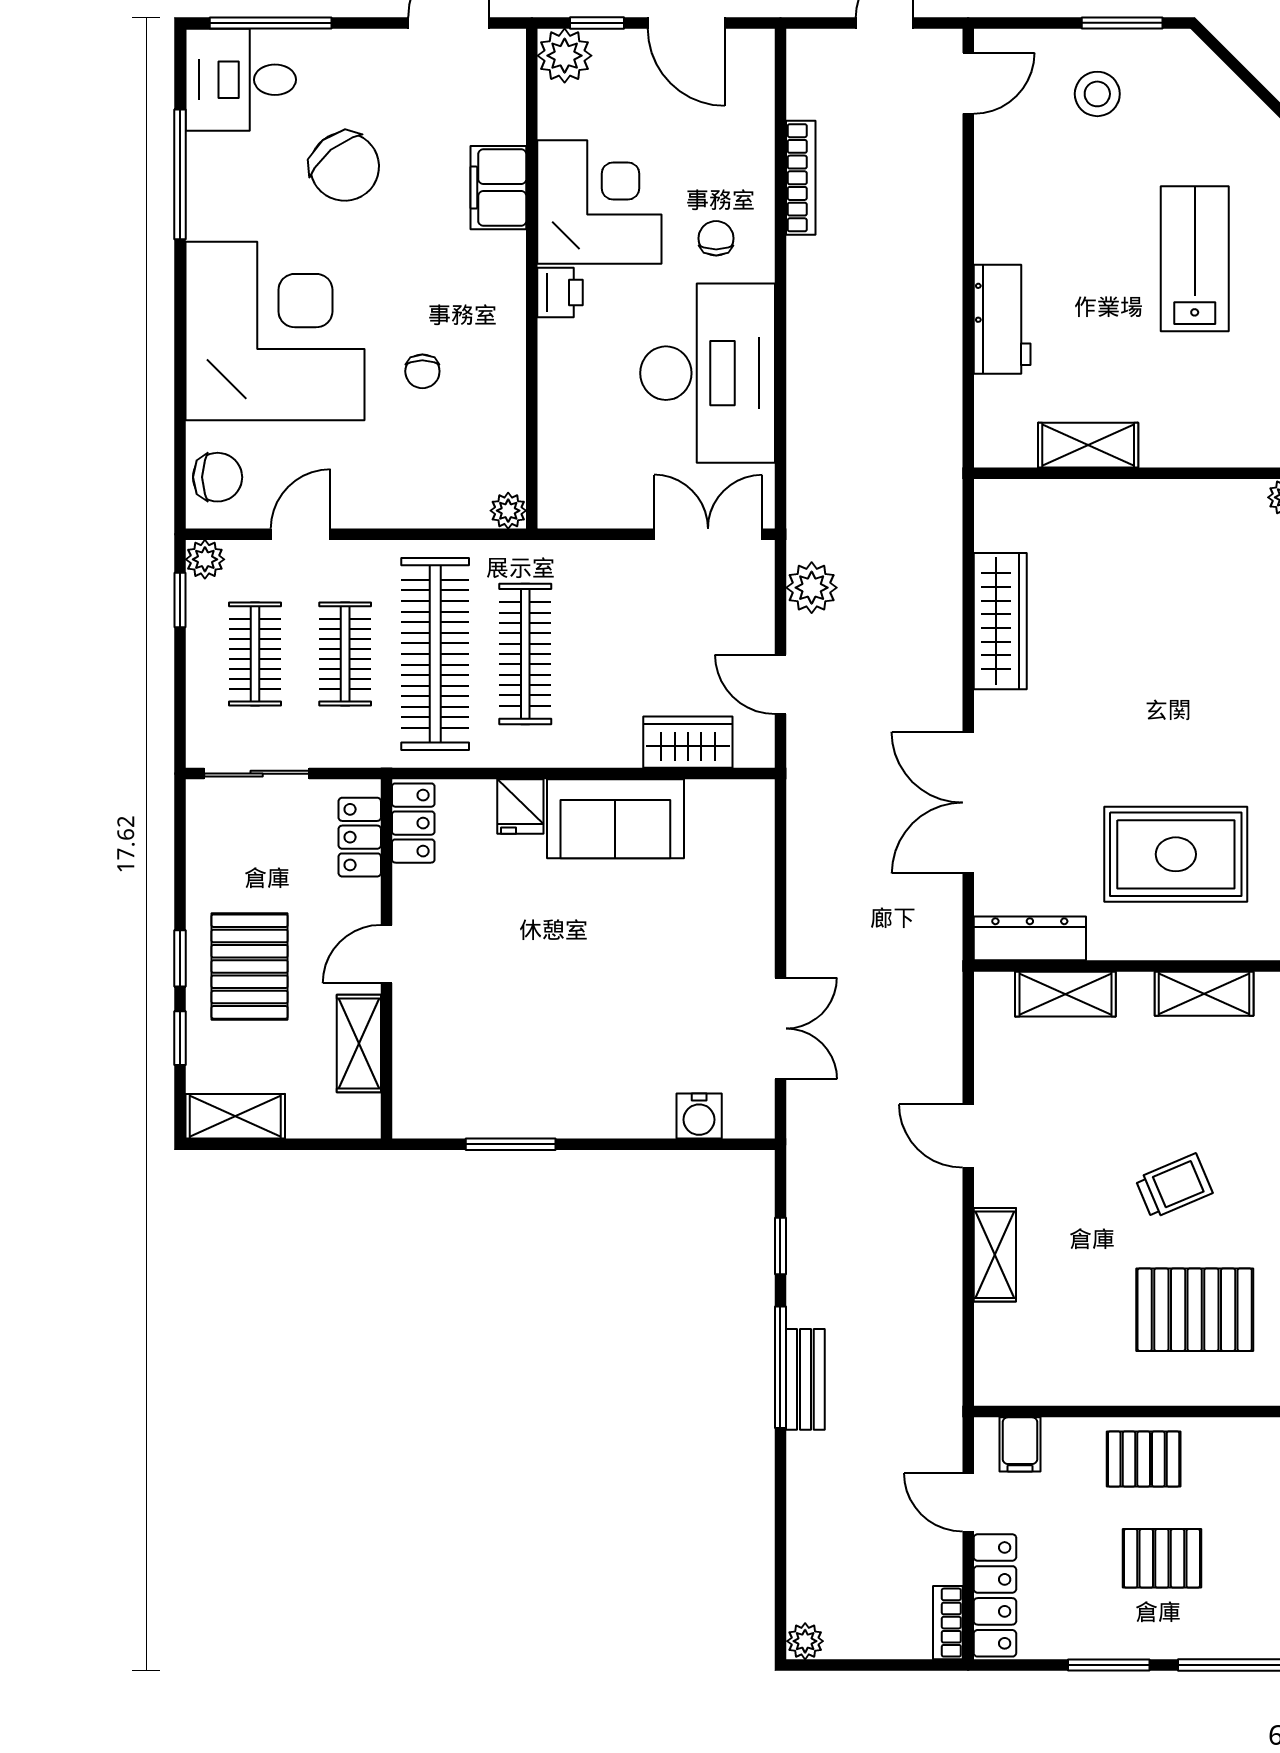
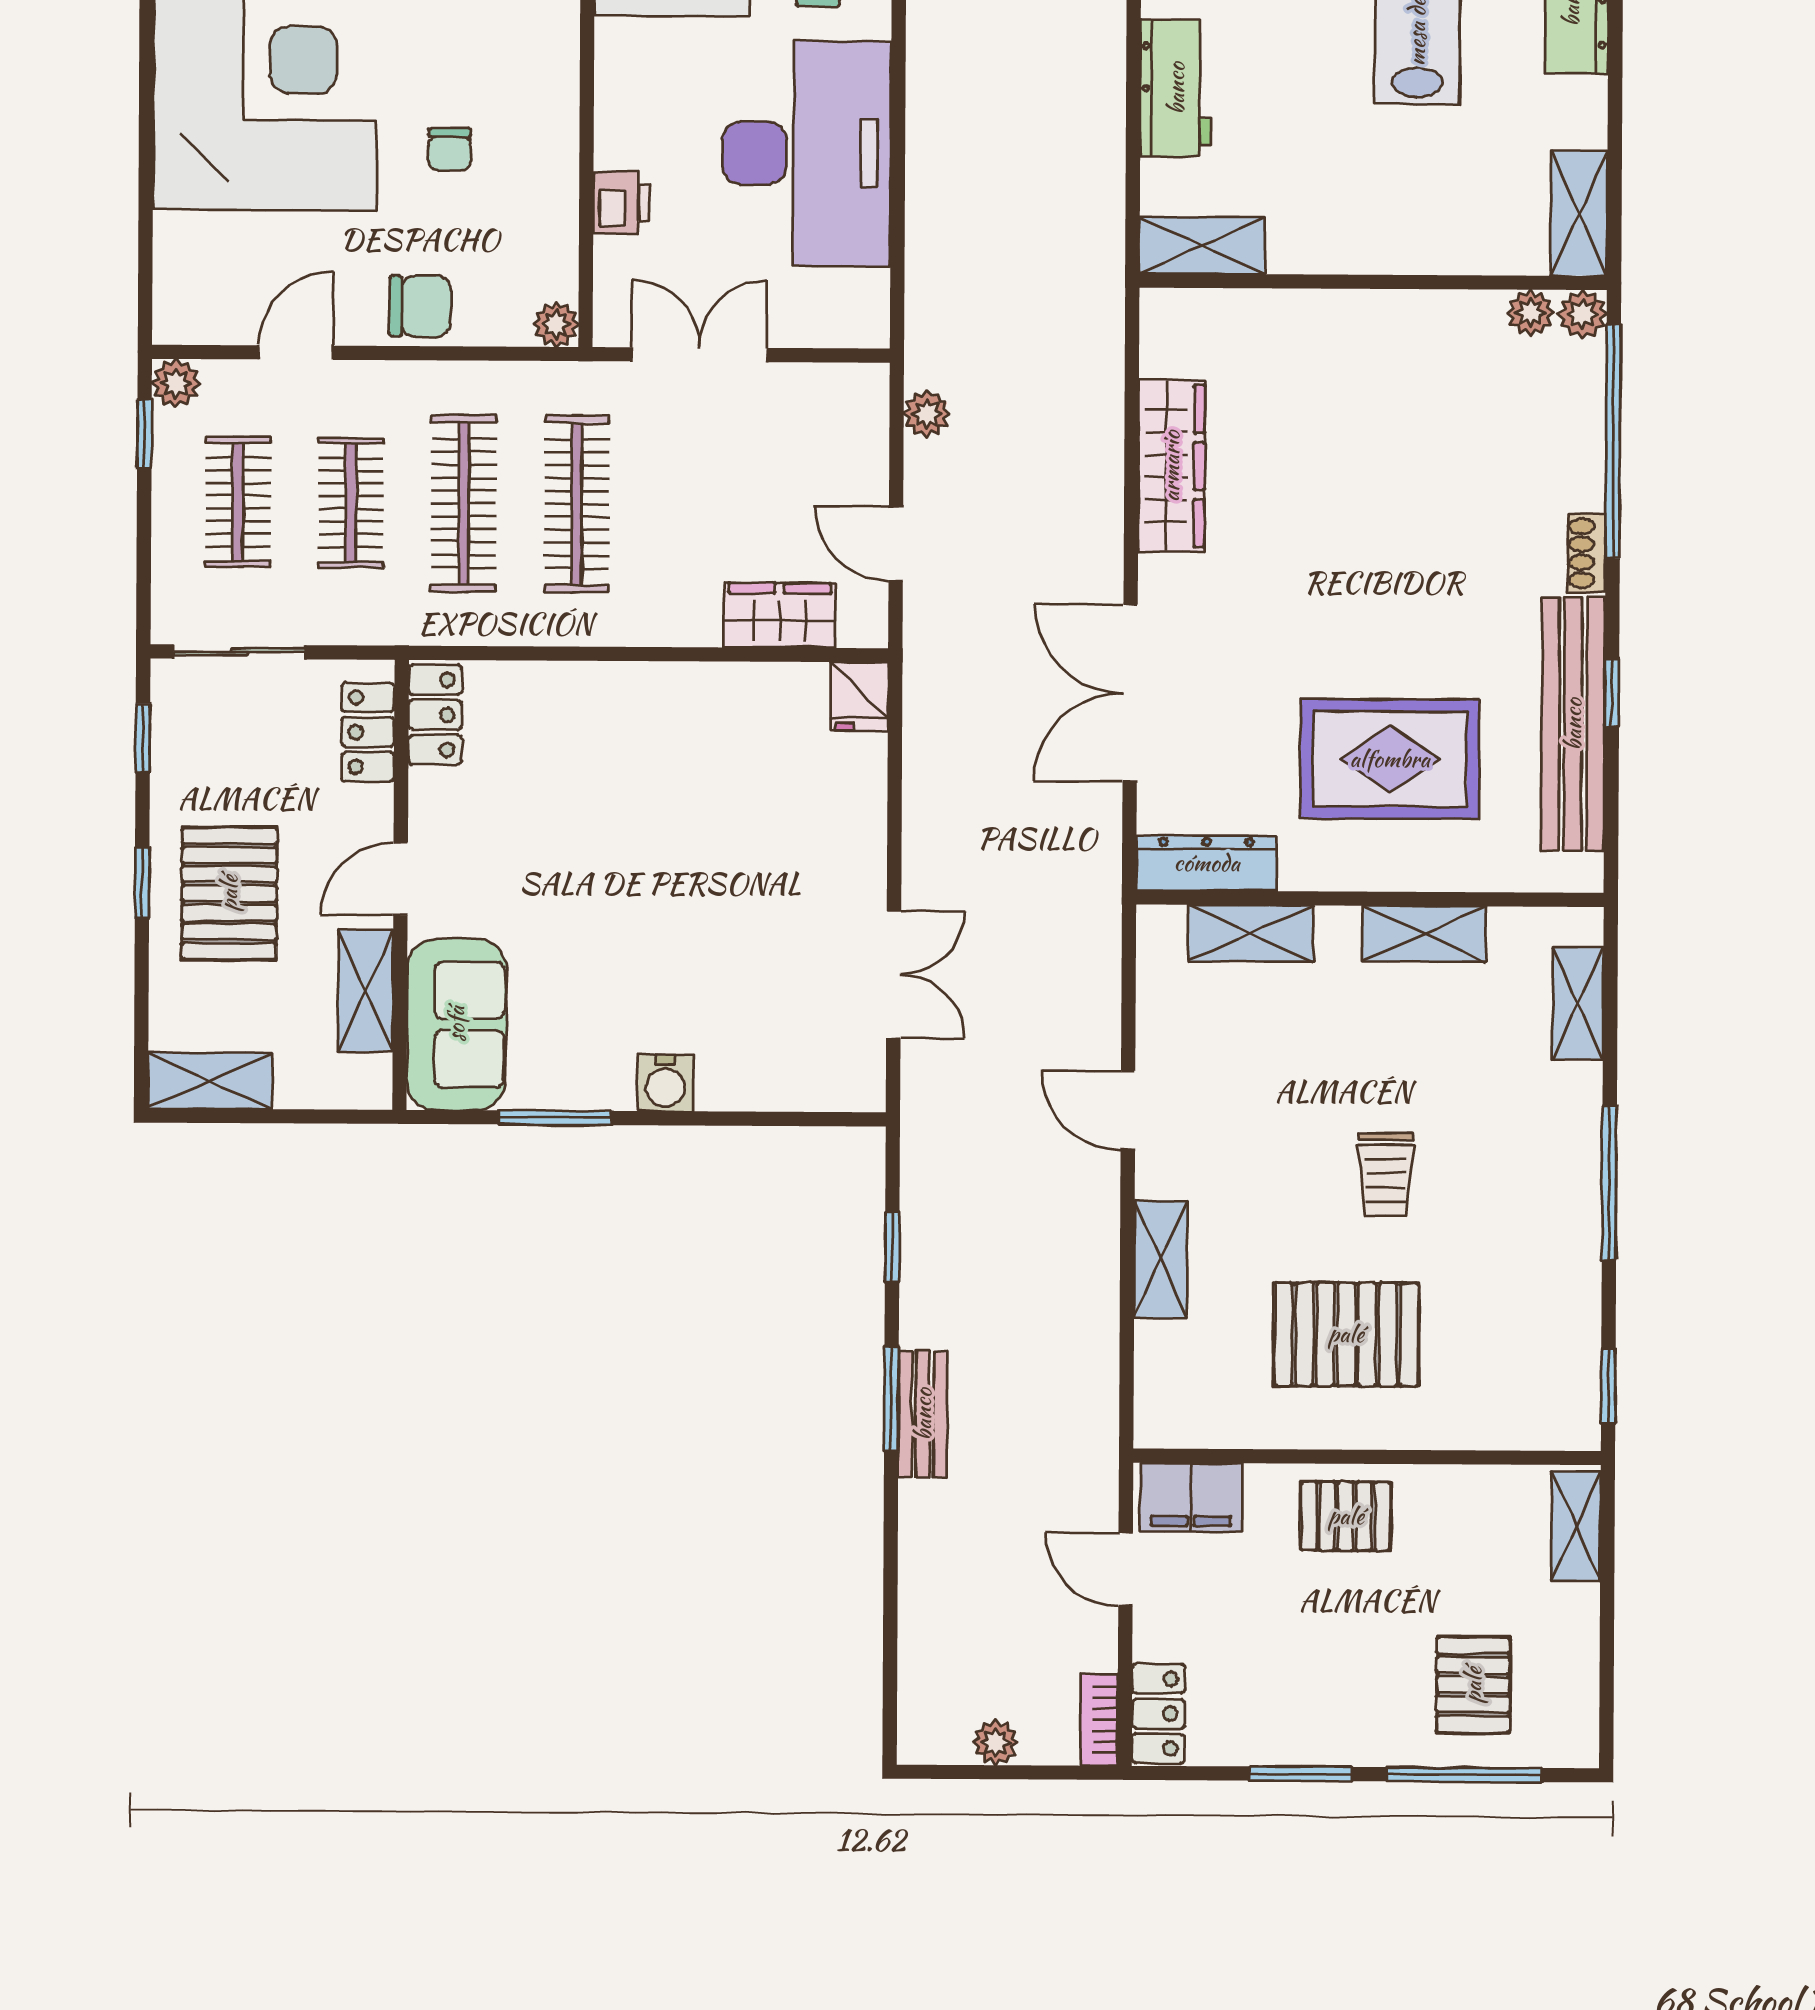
printer: (560, 293) -> (622, 203), moved
shelving: (1088, 445) -> (1202, 246), moved
chair: (218, 477) -> (420, 306), moved
double door: (708, 534) -> (699, 355), moved
plant: (812, 588) -> (927, 414), width x0.73, depth x0.73
clothes rail: (435, 654) -> (464, 503), width x0.73, depth x0.76
fridge: (520, 807) -> (859, 696), moved
sofa: (615, 819) -> (456, 1024), moved, turned -90
window: (180, 1038) -> (143, 738), moved
water cooler: (699, 1116) -> (665, 1083), moved
trolley: (1174, 1186) -> (1385, 1174), turned 113
pallet: (1195, 1310) -> (1346, 1334), moved
window: (780, 1367) -> (891, 1399), width x0.69
filing cabinet: (1020, 1444) -> (1191, 1497), width x2.00
pallet: (1162, 1558) -> (1473, 1685), moved, turned 90
locker: (995, 1595) -> (1158, 1714), width x0.66
plant: (805, 1641) -> (996, 1742), moved

